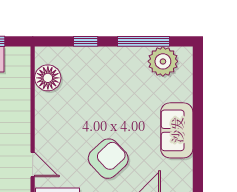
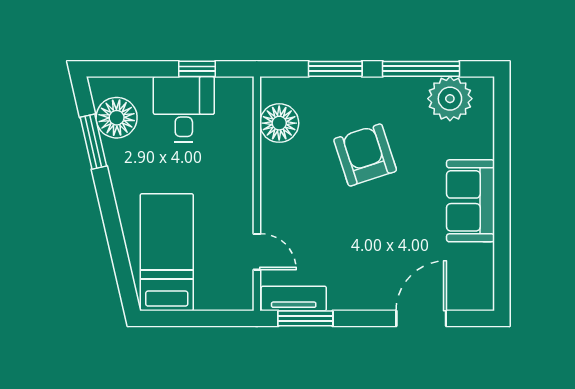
window: (86, 41) -> (335, 69), width x1.50
armchair: (108, 159) -> (365, 155), moved, turned -65

